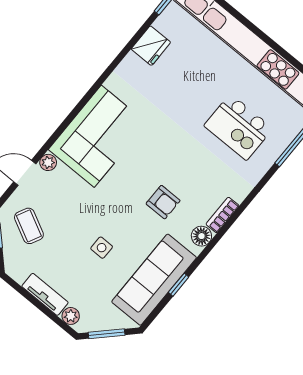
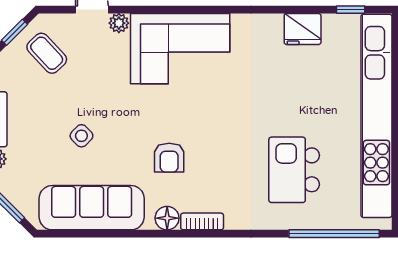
coffee table: (29, 226) -> (47, 53), turned -70
side table: (102, 248) -> (81, 136), turned 45
window: (179, 285) -> (106, 234), removed

